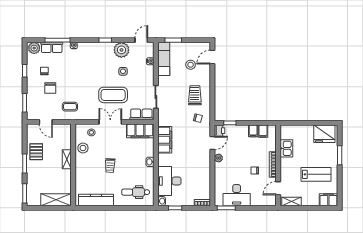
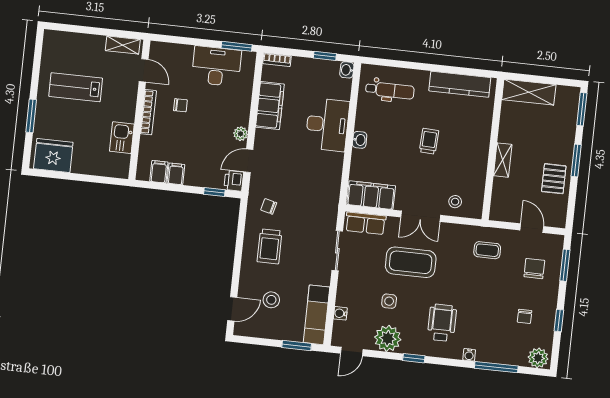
row of seats: (52, 47) -> (508, 356), removed
wheelchair: (91, 62) -> (442, 323), added
chair: (50, 88) -> (534, 269), moved
filing cabinet: (165, 140) -> (270, 106), moved, turned 180
stool: (83, 148) -> (473, 176), removed
desk: (169, 181) -> (327, 125), moved
door: (278, 188) -> (144, 70), hinge flipped
filing cabinet: (328, 200) -> (59, 41), removed

